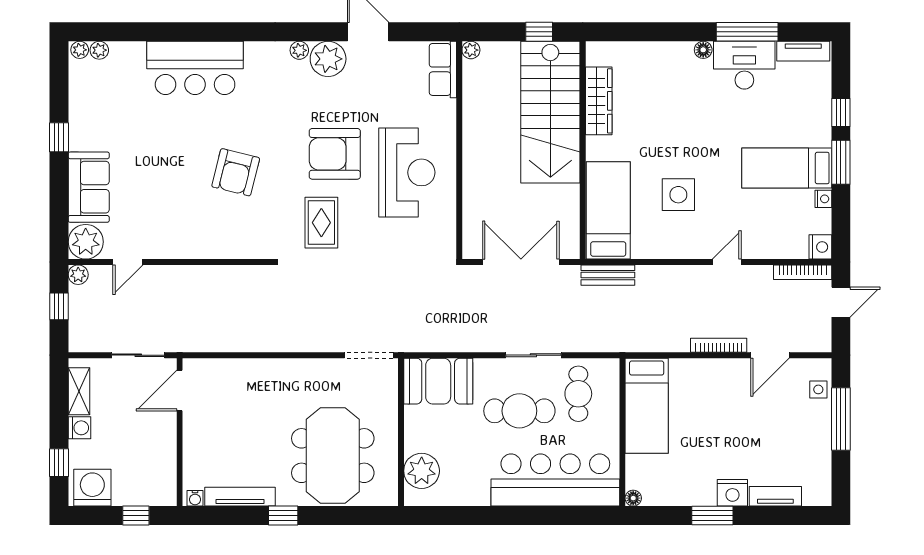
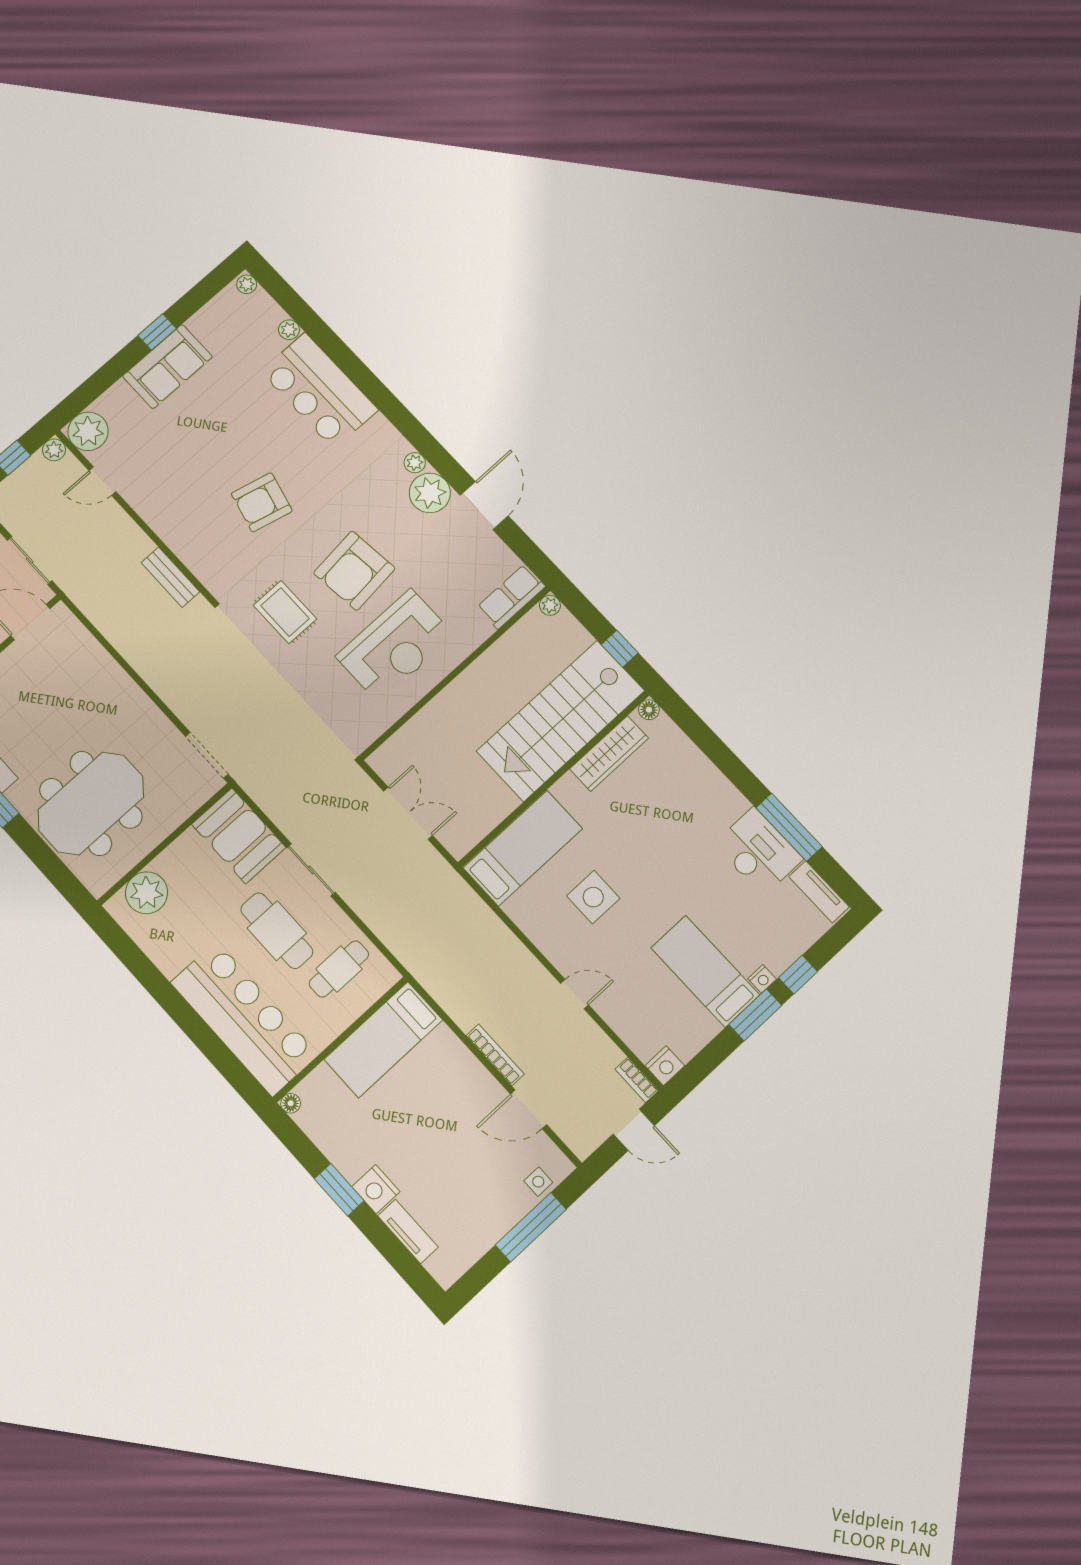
plant: (99, 50) -> (289, 330), moved
floor lamp: (703, 50) -> (649, 710), moved
armchair: (335, 154) -> (354, 571), turned -96
sofa: (89, 187) -> (167, 366), moved
nightstand: (823, 199) -> (762, 979), moved
rug: (321, 223) -> (285, 612), turned 90
double door: (521, 262) -> (408, 813), width x0.73
bookcase: (803, 272) -> (637, 1080), width x0.64
bench: (608, 275) -> (170, 577), moved
sliding door: (533, 355) -> (311, 870), moved

